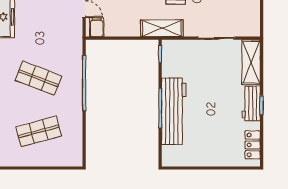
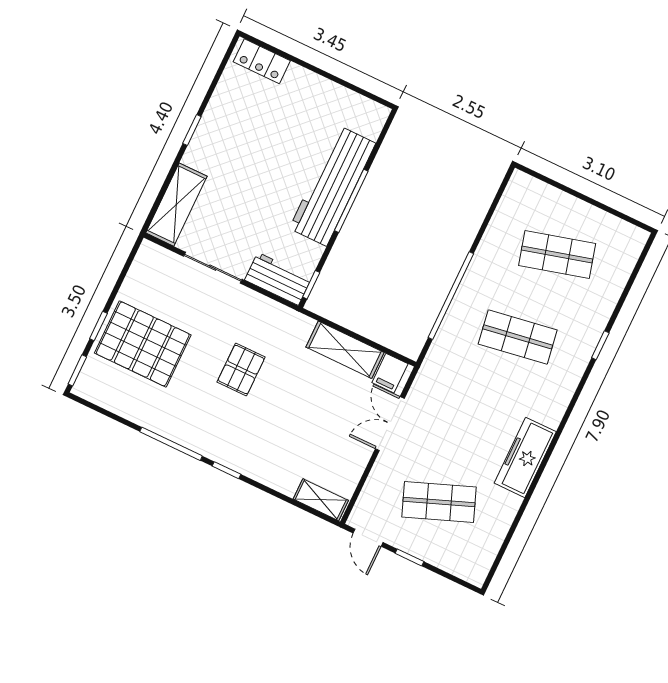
shelving: (162, 28) -> (345, 350), moved
shop shelf: (39, 78) -> (518, 337), turned -30
workbench: (251, 103) -> (278, 279), moved, turned -90
locker: (253, 145) -> (262, 61), moved, turned 90

